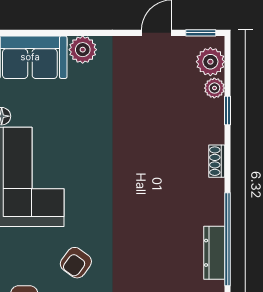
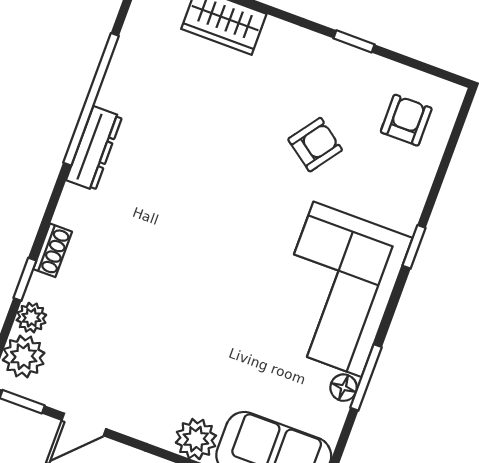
shoe rack: (217, 161) -> (53, 250), moved
dresser: (214, 253) -> (94, 148), moved

